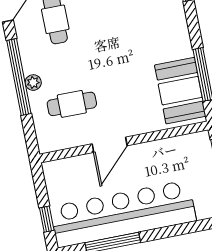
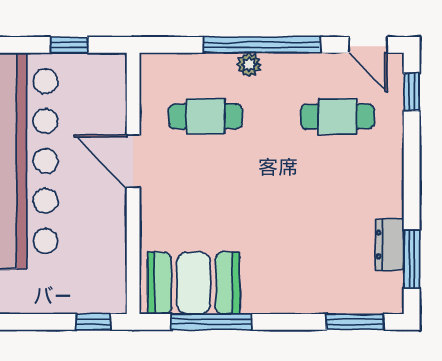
cafe table: (72, 104) -> (206, 116), turned 90
window: (47, 219) -> (69, 45), moved

